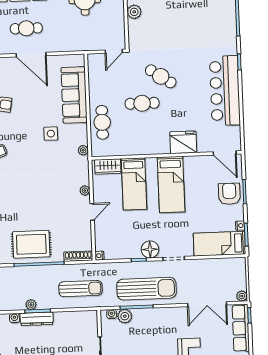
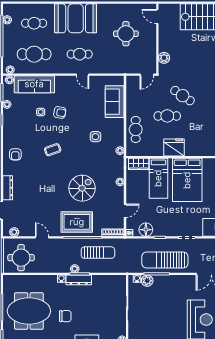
plant: (134, 12) -> (164, 58), moved
door: (31, 55) -> (83, 75), width x0.53
sofa: (74, 95) -> (115, 102), width x0.73
fridge: (183, 142) -> (174, 147), moved
bed: (171, 184) -> (187, 180), width x1.50
spiral stairs: (36, 201) -> (82, 188), added
door: (92, 212) -> (125, 211), moved
floor lamp: (150, 249) -> (146, 230), moved
sun lounger: (80, 289) -> (98, 253), moved
sun lounger: (146, 289) -> (165, 260), turned 180

